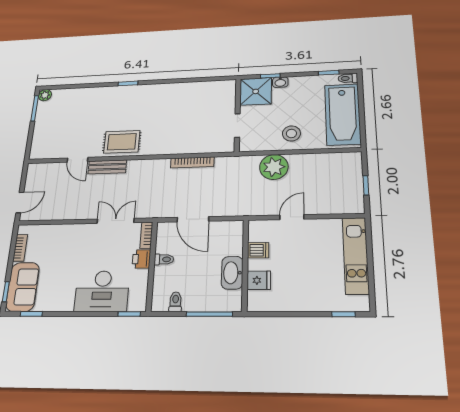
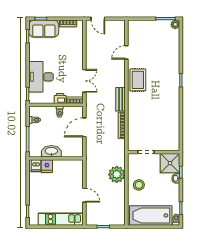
bench: (107, 167) -> (121, 99), moved
door: (292, 217) -> (84, 195), moved
dishwasher: (258, 250) -> (36, 166), moved

